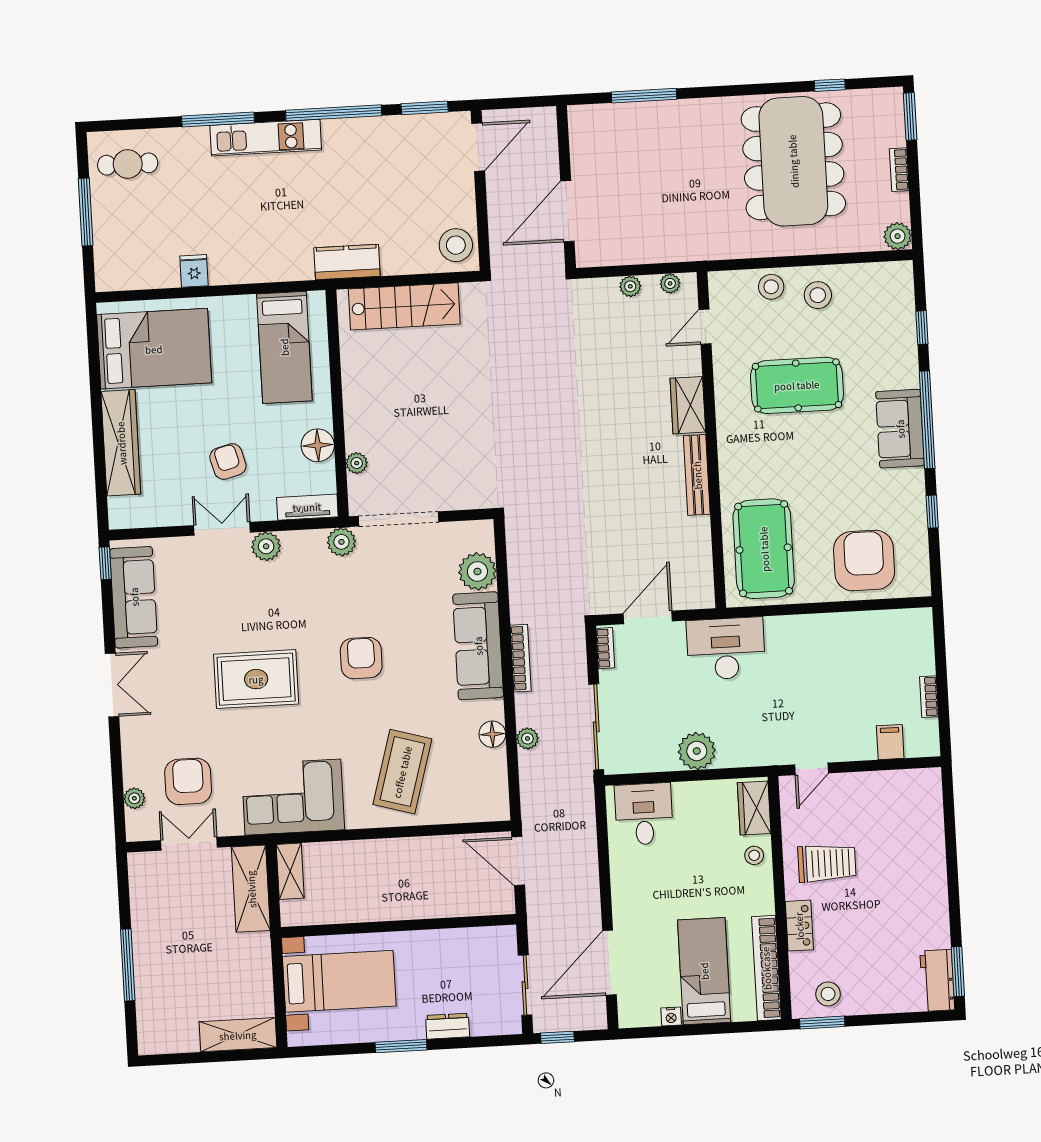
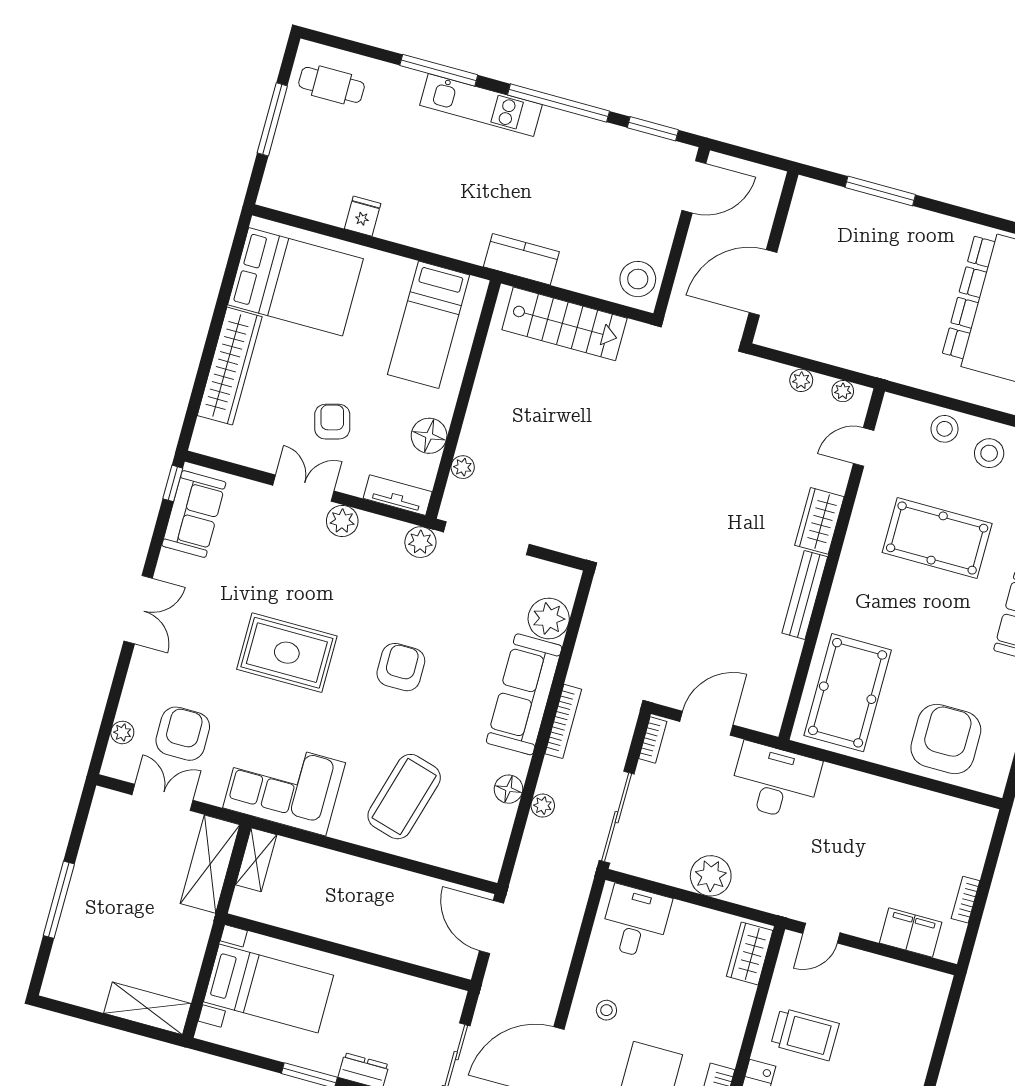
sofa: (134, 597) -> (194, 514), width x0.73
filing cabinet: (890, 742) -> (911, 933), width x2.00
stool: (754, 855) -> (606, 1010), moved

